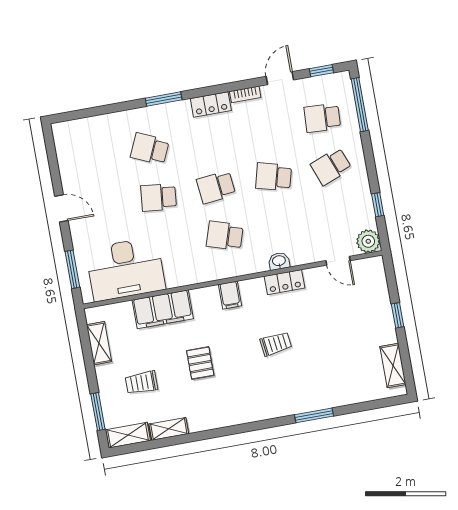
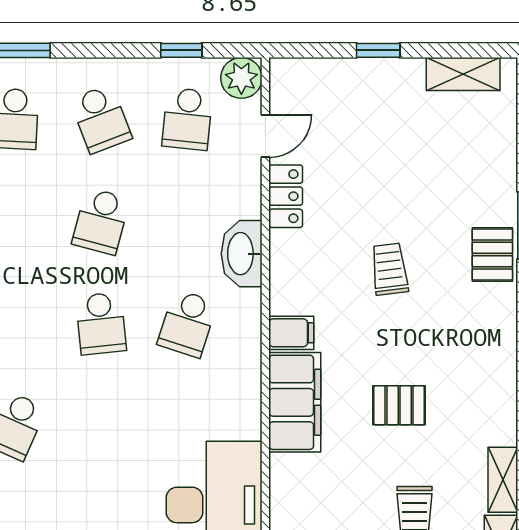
school desk: (159, 197) -> (187, 119), moved
washbasin: (279, 261) -> (242, 254), width x1.91, depth x1.45
locker: (285, 282) -> (286, 196), moved
filing cabinet: (163, 309) -> (295, 402), moved
pallet: (294, 400) -> (492, 254), added

